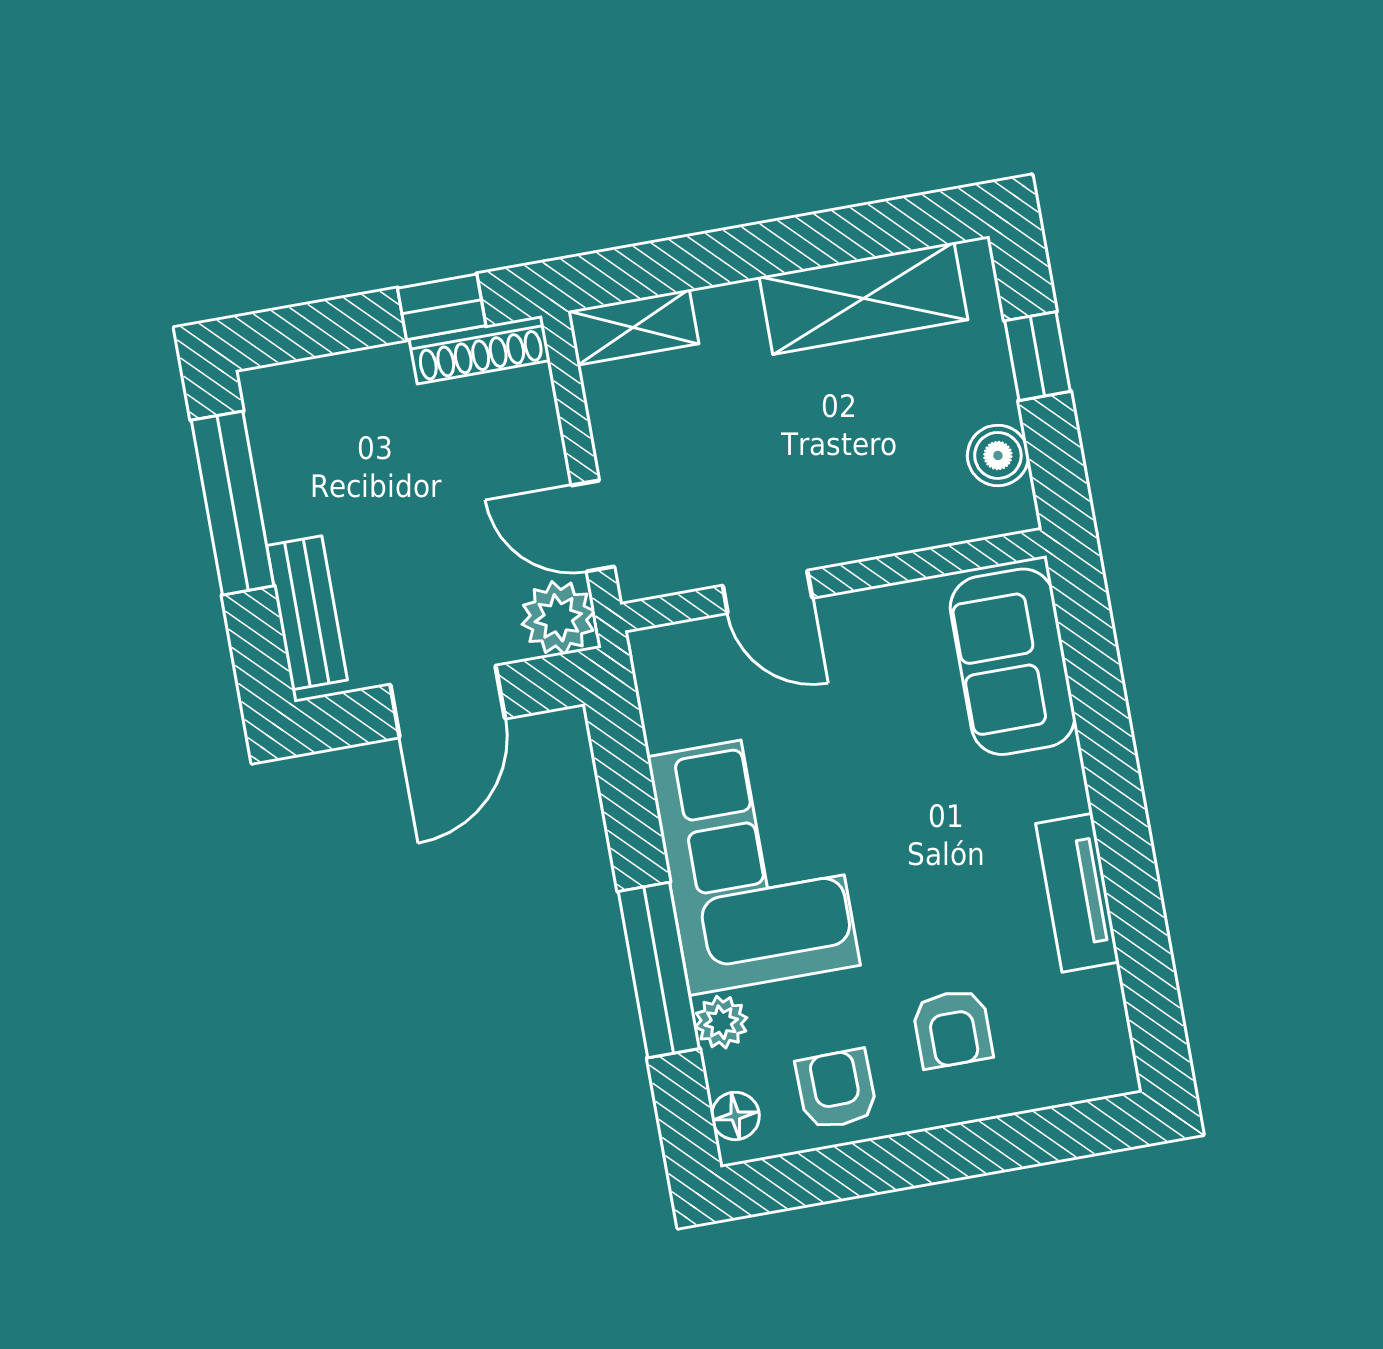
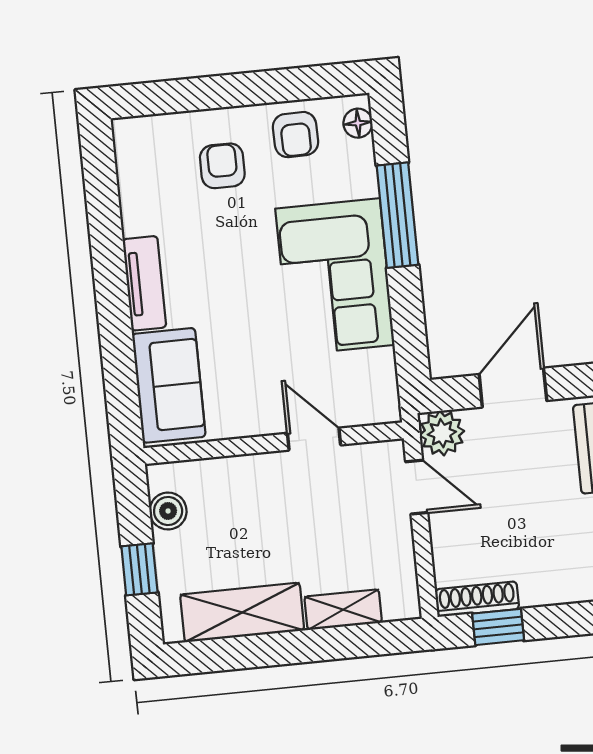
shelving: (633, 327) -> (343, 610), moved
tv unit: (1077, 893) -> (144, 283), moved
plant: (721, 1022) -> (362, 181), removed

